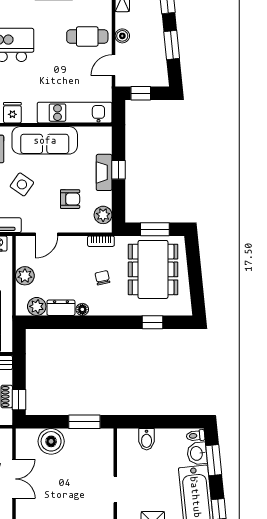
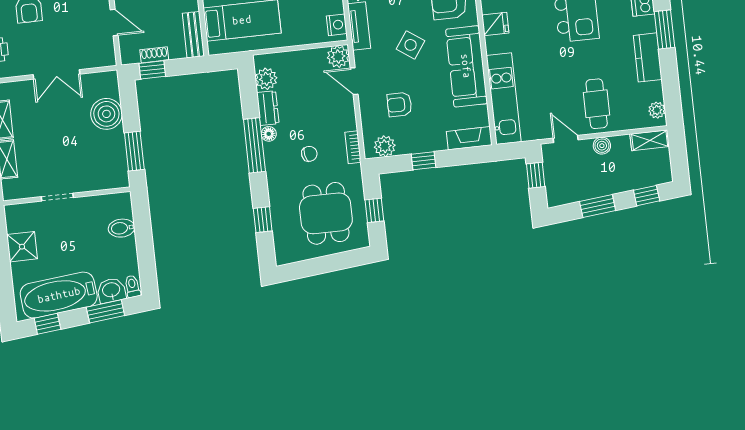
window: (119, 170) -> (423, 161), moved
fireplace: (104, 172) -> (469, 138), moved
armchair: (70, 199) -> (399, 105), turned 90
window: (155, 229) -> (374, 210), width x0.67
dining table: (153, 269) -> (326, 213), width x0.73
plant: (25, 276) -> (338, 57), moved
window: (90, 322) -> (254, 145), added

